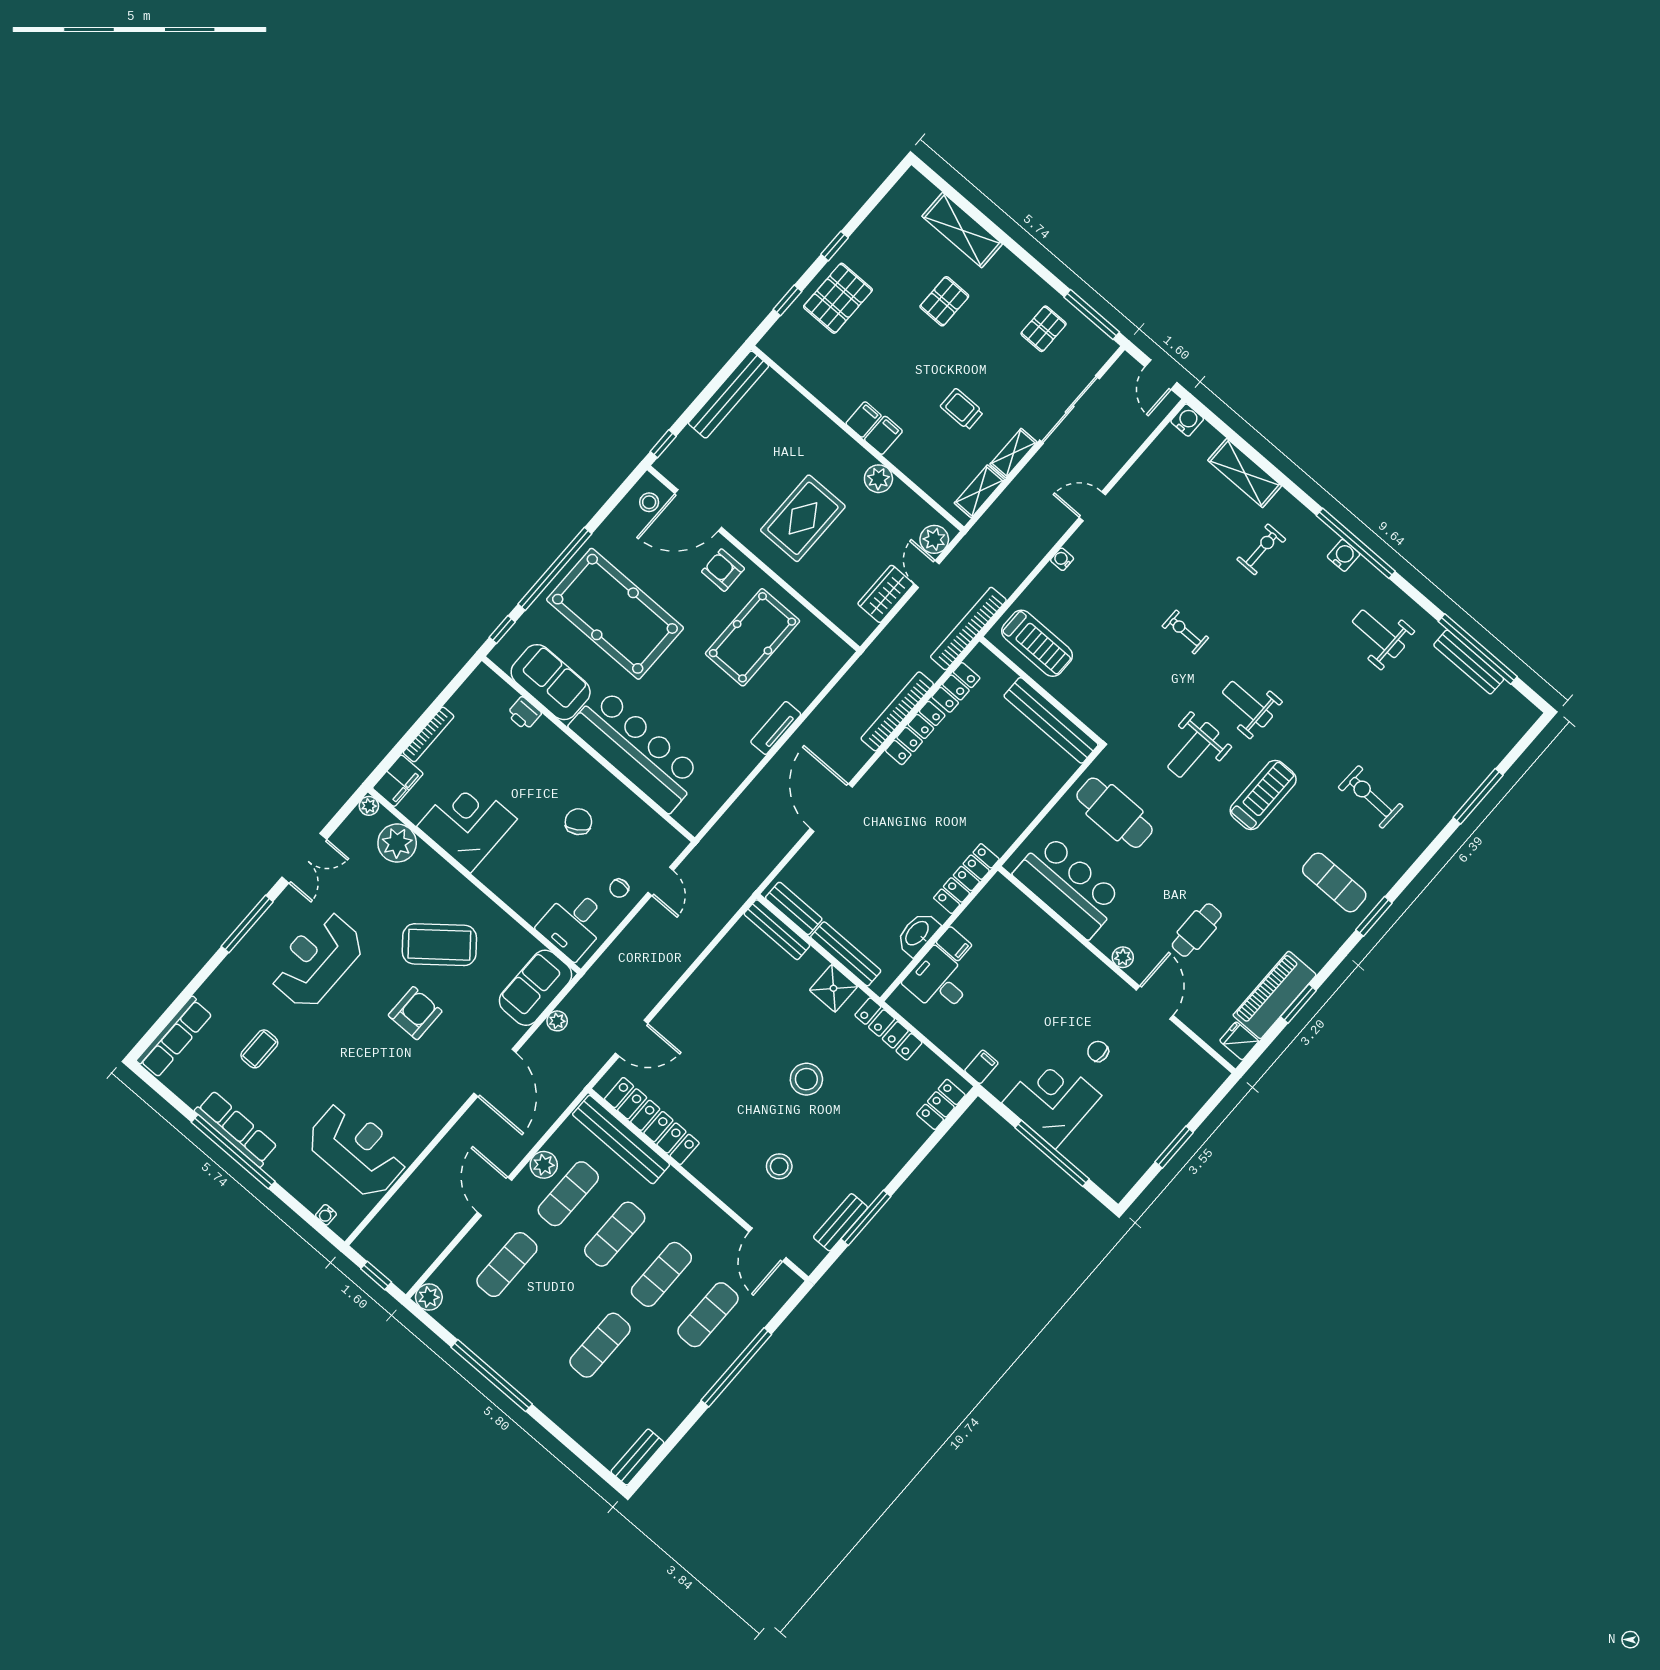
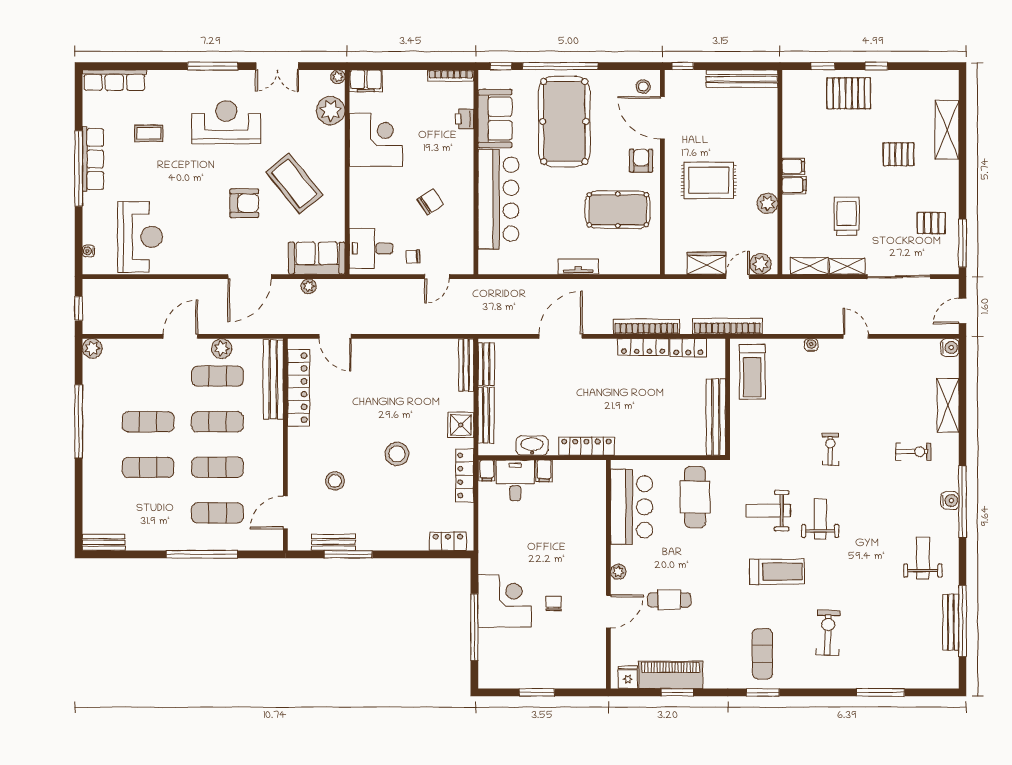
trolley: (962, 409) -> (847, 216), width x1.36, depth x1.39
bookcase: (429, 734) -> (451, 76), moved
filing cabinet: (981, 1067) -> (487, 470), moved, turned 90
exercise mat: (507, 1265) -> (148, 422), moved

